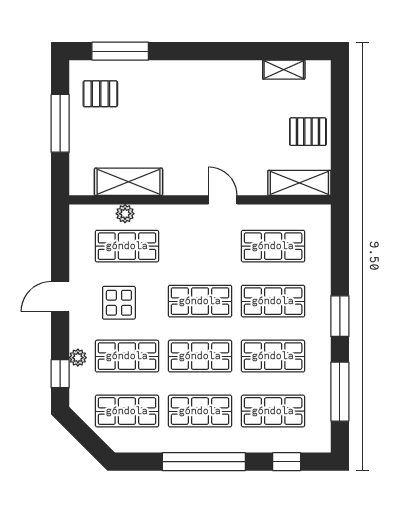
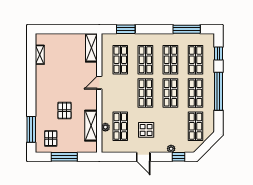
pallet: (308, 132) -> (64, 111), moved
window: (340, 316) -> (126, 29), moved
shop shelf: (127, 356) -> (170, 126), removed

